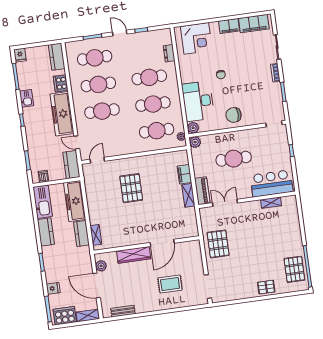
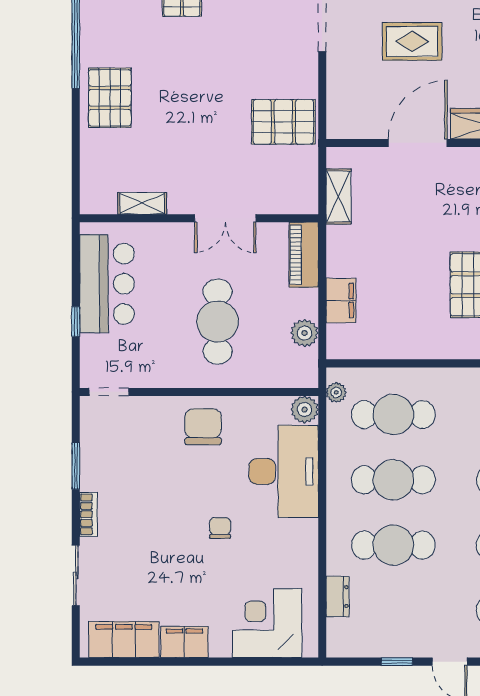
chair: (234, 115) -> (203, 427), turned -90
plant: (195, 142) -> (305, 333), moved
cafe table: (234, 159) -> (218, 322), turned 90
bar counter: (272, 183) -> (107, 284), moved, turned -90
shelving: (188, 195) -> (339, 196), moved
double door: (225, 203) -> (225, 218), moved
pallet: (218, 244) -> (283, 122), turned 90
pallet: (294, 269) -> (110, 98), moved

